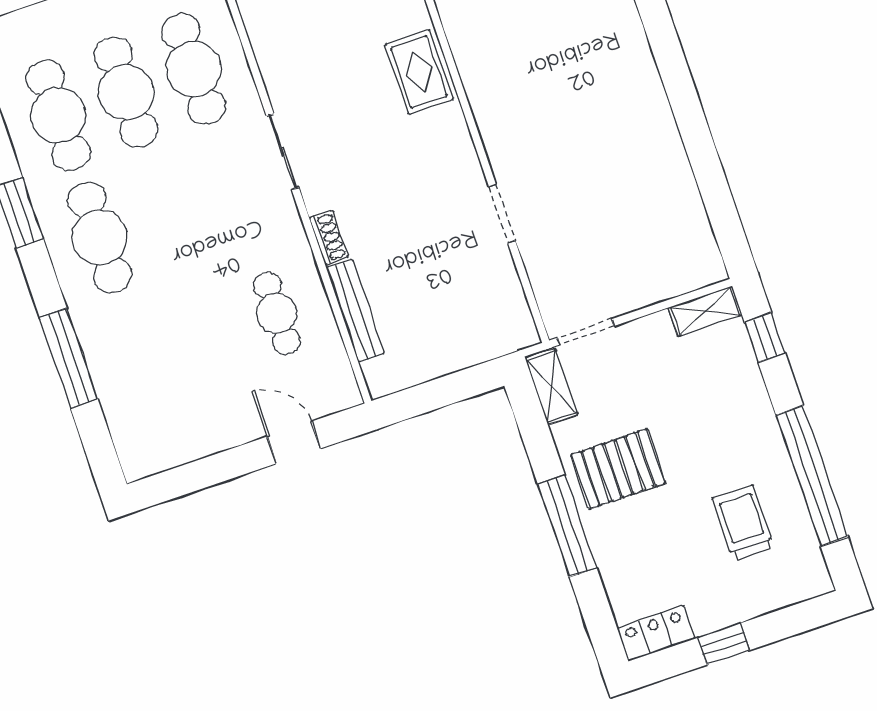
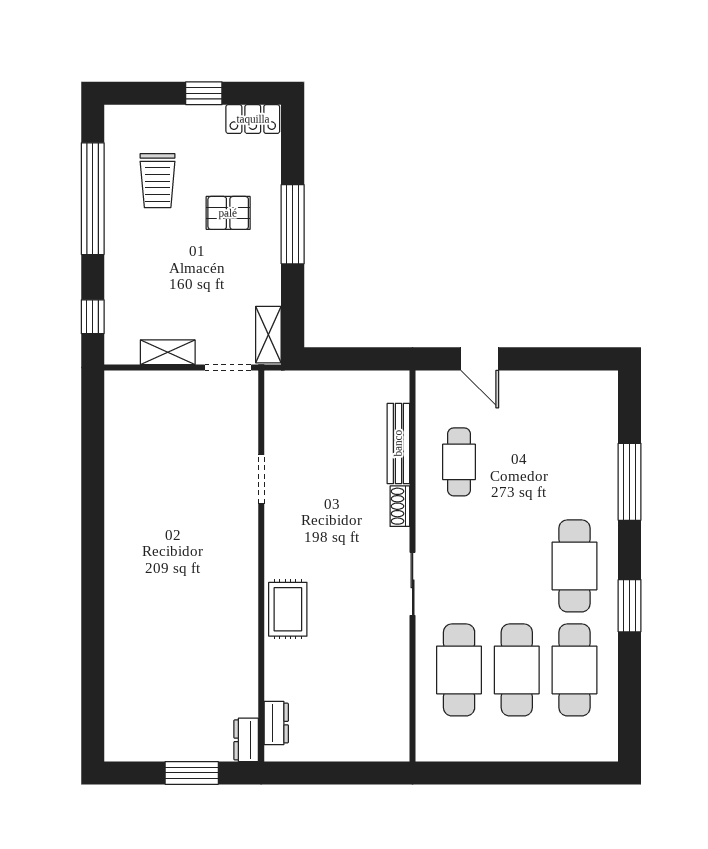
shelving: (705, 311) -> (168, 352), moved
pallet: (618, 469) -> (228, 213), moved, width x0.67, depth x0.71

